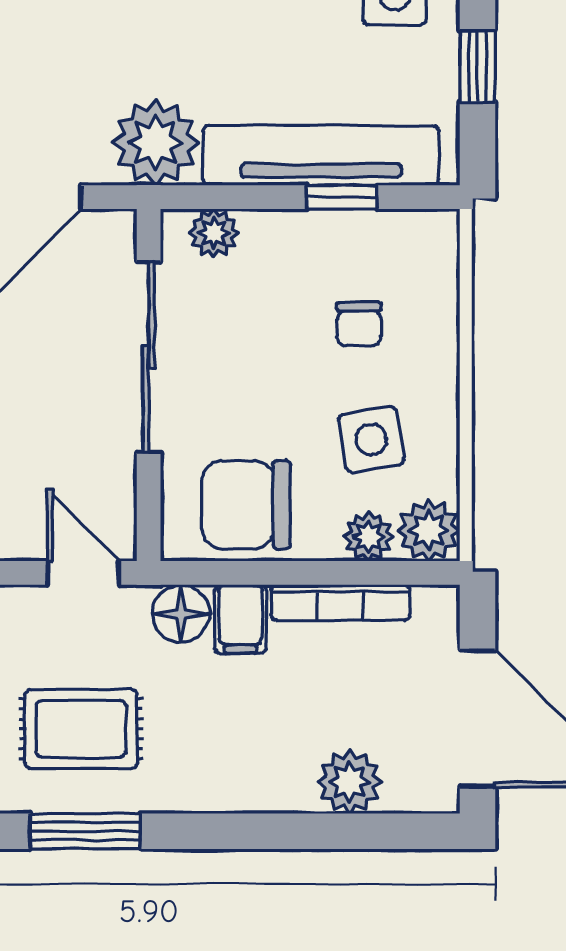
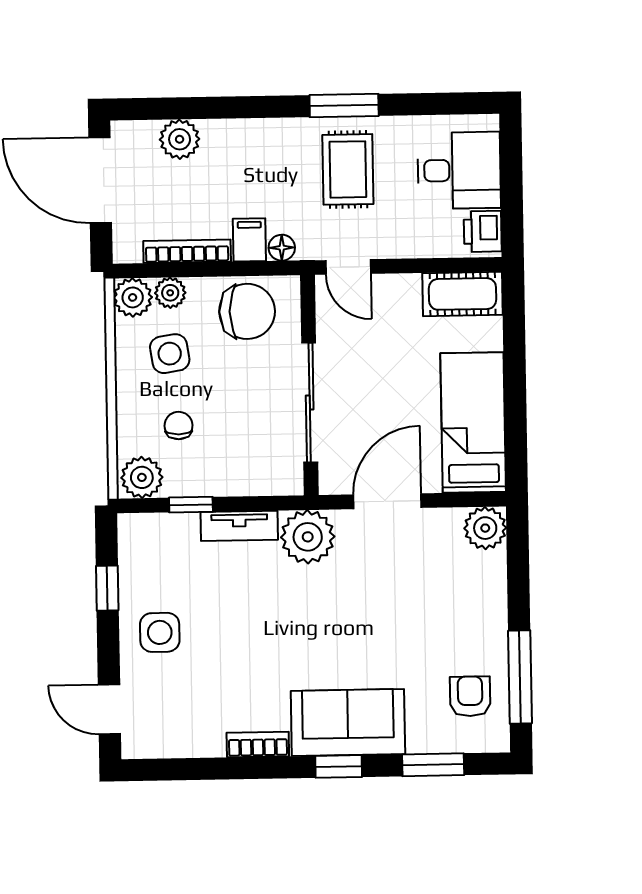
tv unit: (321, 155) -> (239, 526), width x0.52, depth x0.78
plant: (214, 233) -> (142, 477), moved, width x1.38, depth x1.38
floor lamp: (181, 613) -> (282, 248), width x0.73, depth x0.73
rug: (81, 729) -> (348, 169), turned 90

